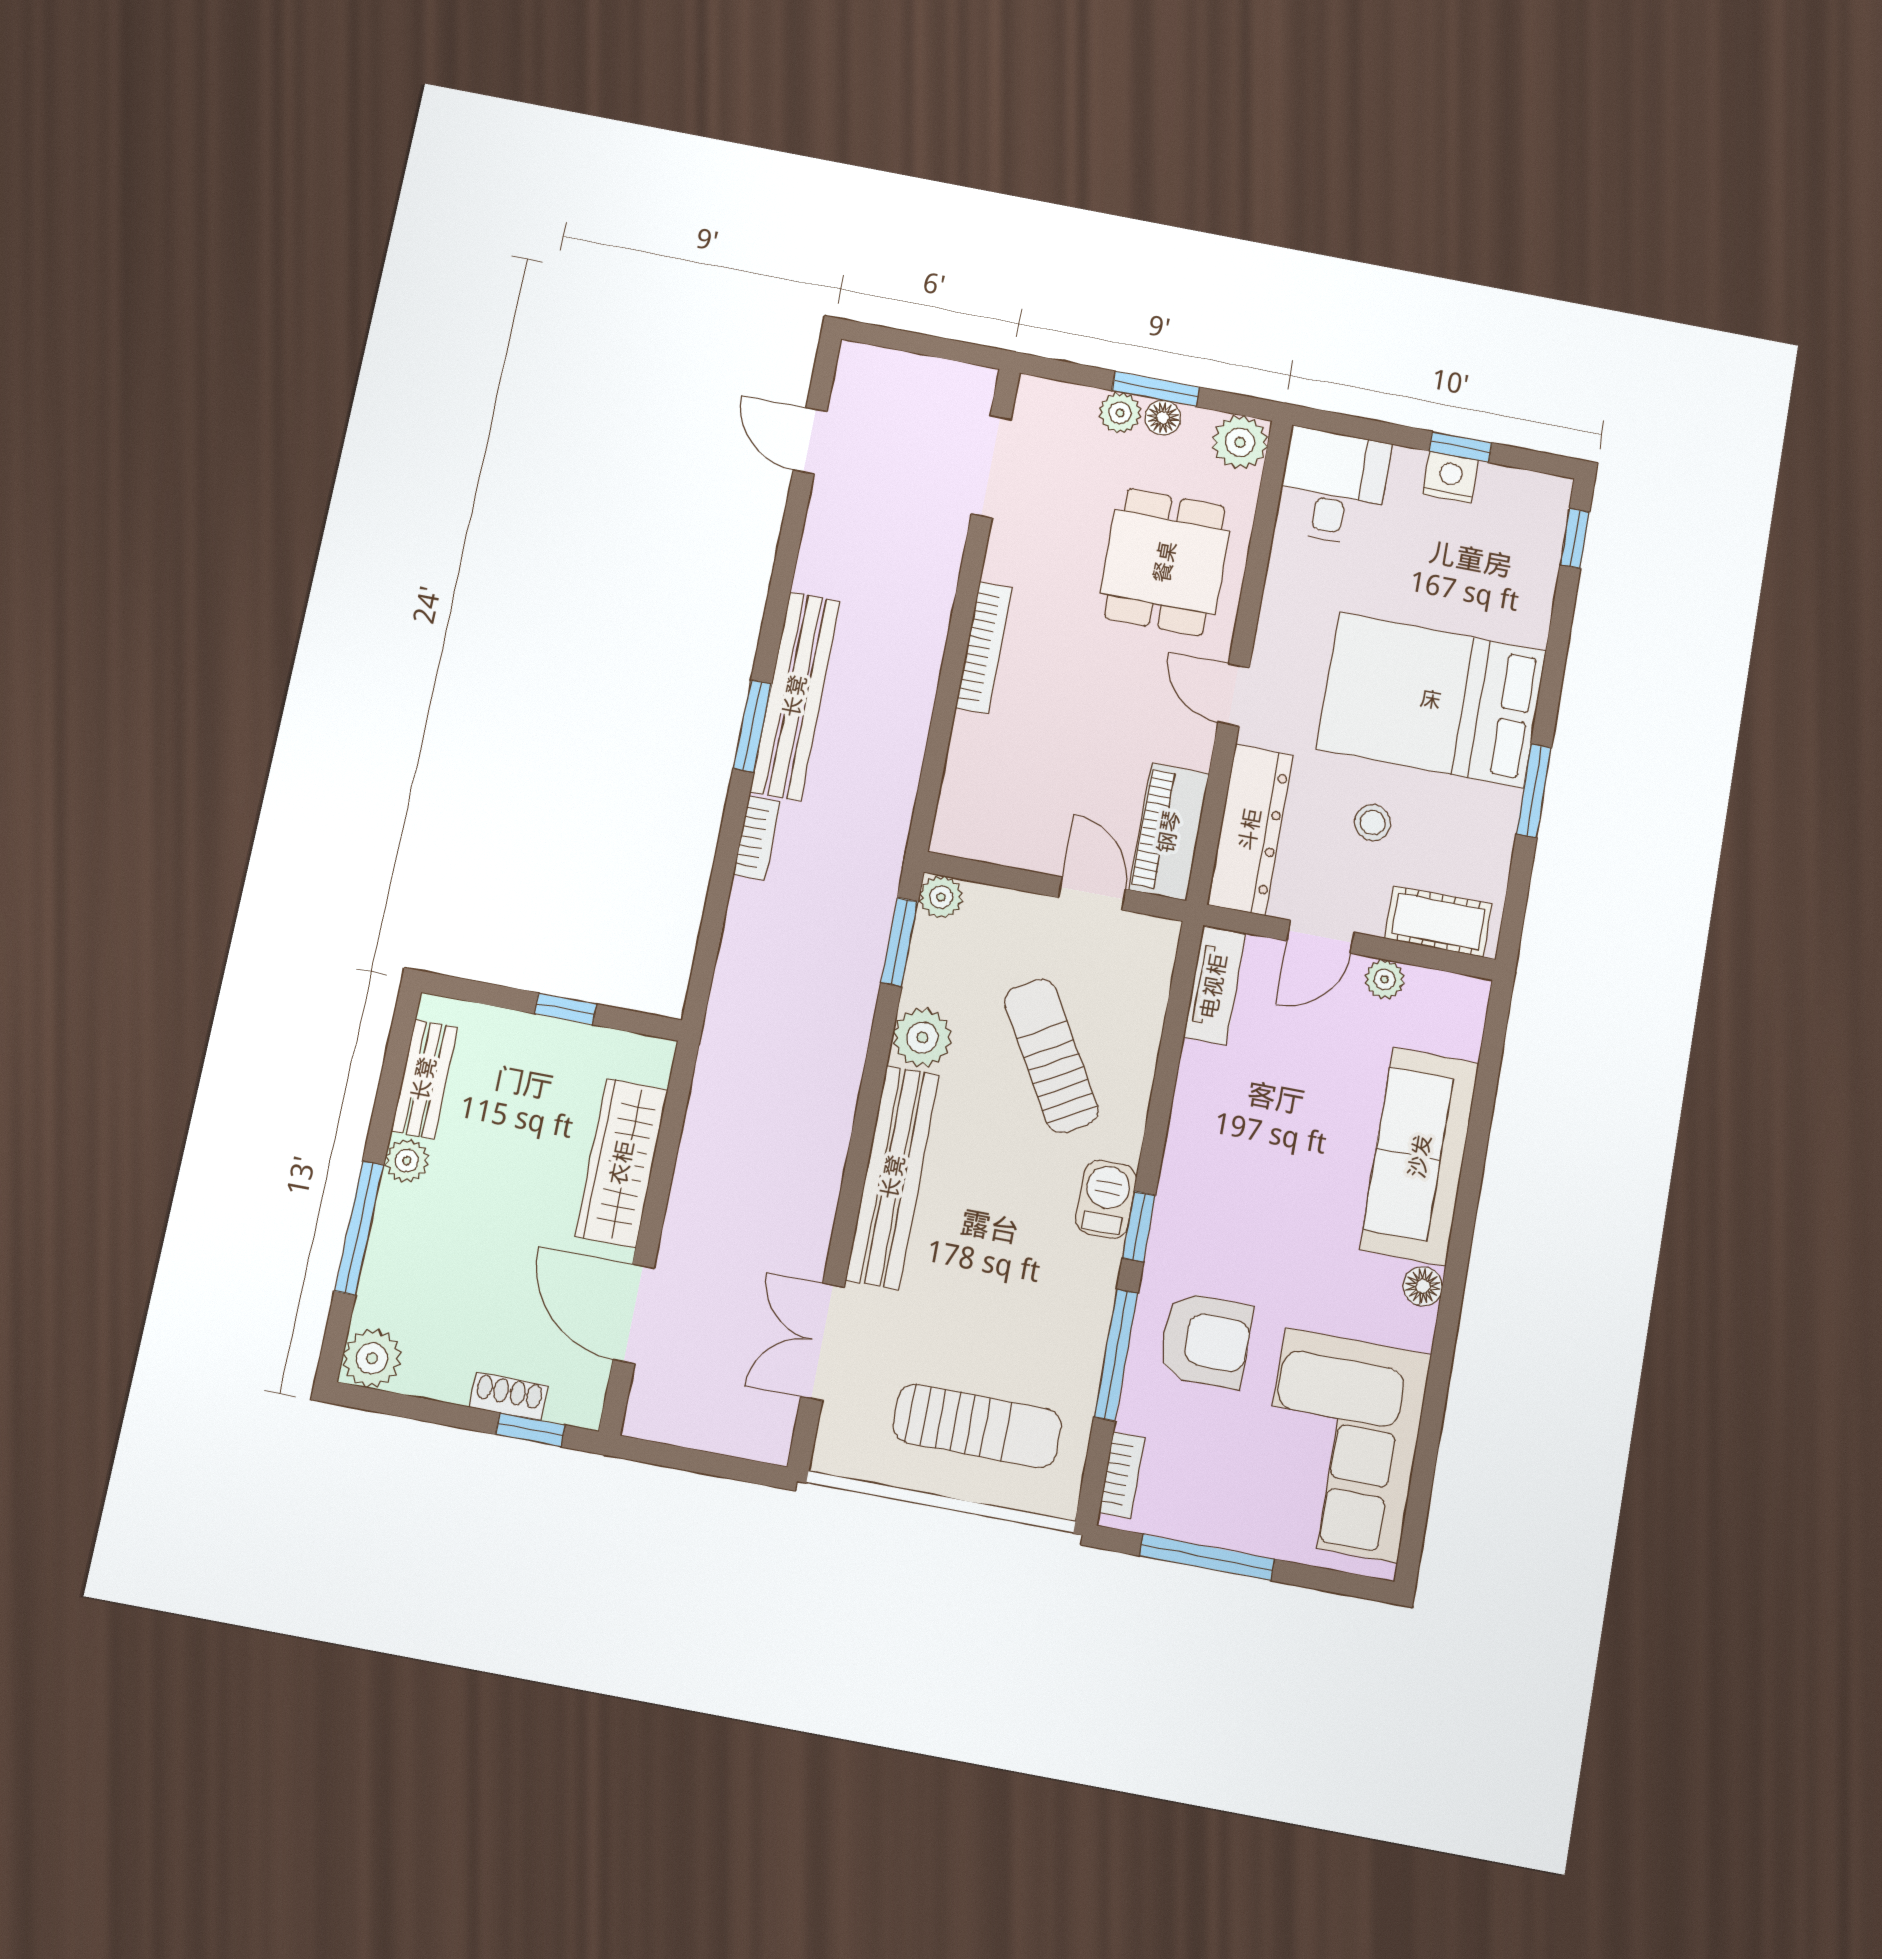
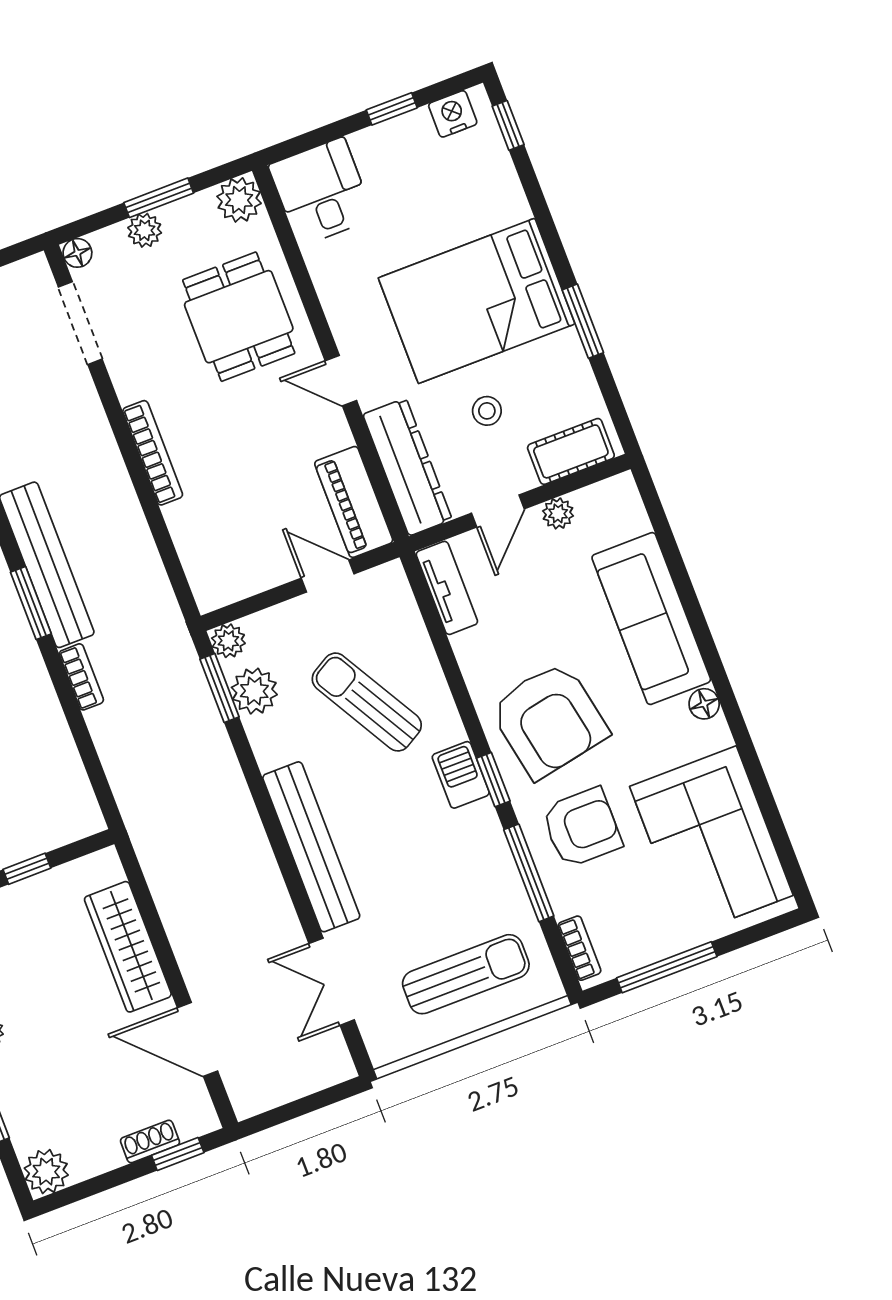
floor lamp: (1163, 418) -> (77, 253), moved
nightstand: (1450, 477) -> (453, 114), moved
plant: (922, 1038) -> (254, 691), moved
armchair: (1240, 1199) -> (549, 720), added

